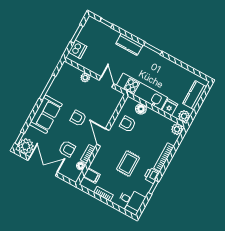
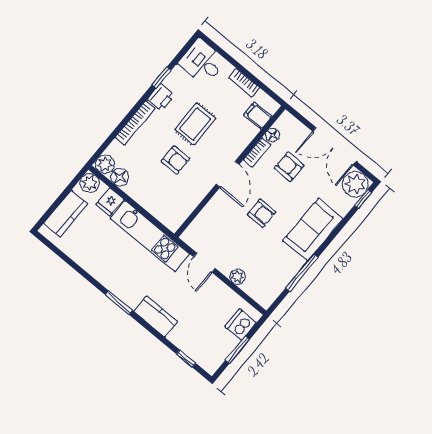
floor lamp: (141, 109) -> (120, 177), moved
armchair: (128, 124) -> (175, 160), moved

